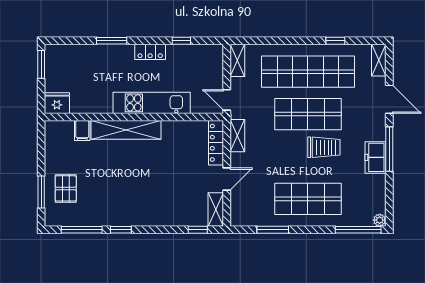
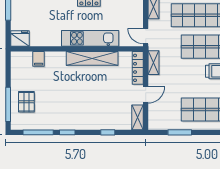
shelving: (126, 130) -> (92, 58), moved
window: (41, 192) -> (8, 104), width x1.44
window: (198, 230) -> (108, 132), moved

